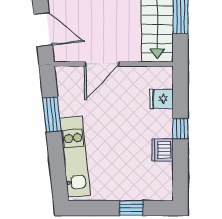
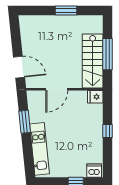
fridge: (161, 99) -> (95, 97), moved
dishwasher: (163, 150) -> (94, 171), moved, turned 90

